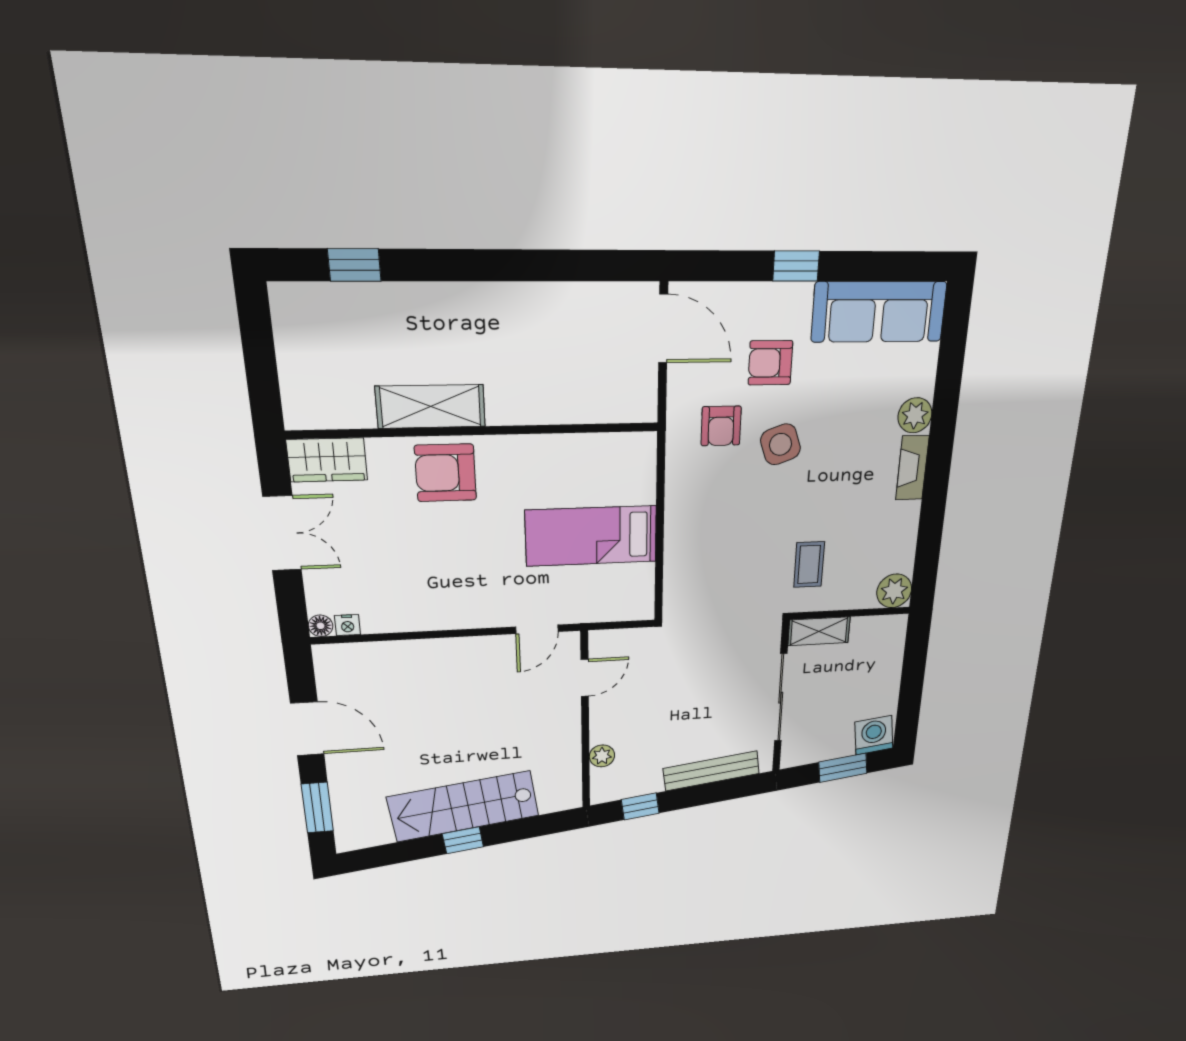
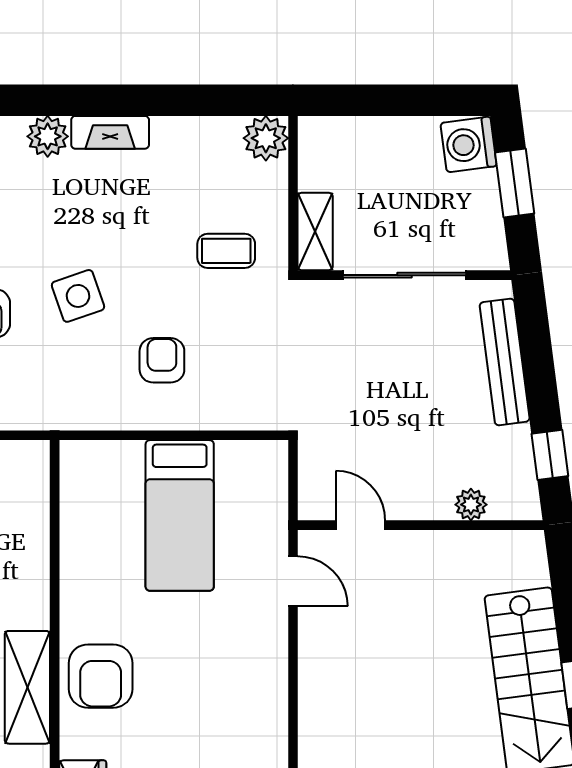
armchair: (721, 426) -> (162, 360), moved, turned -90

